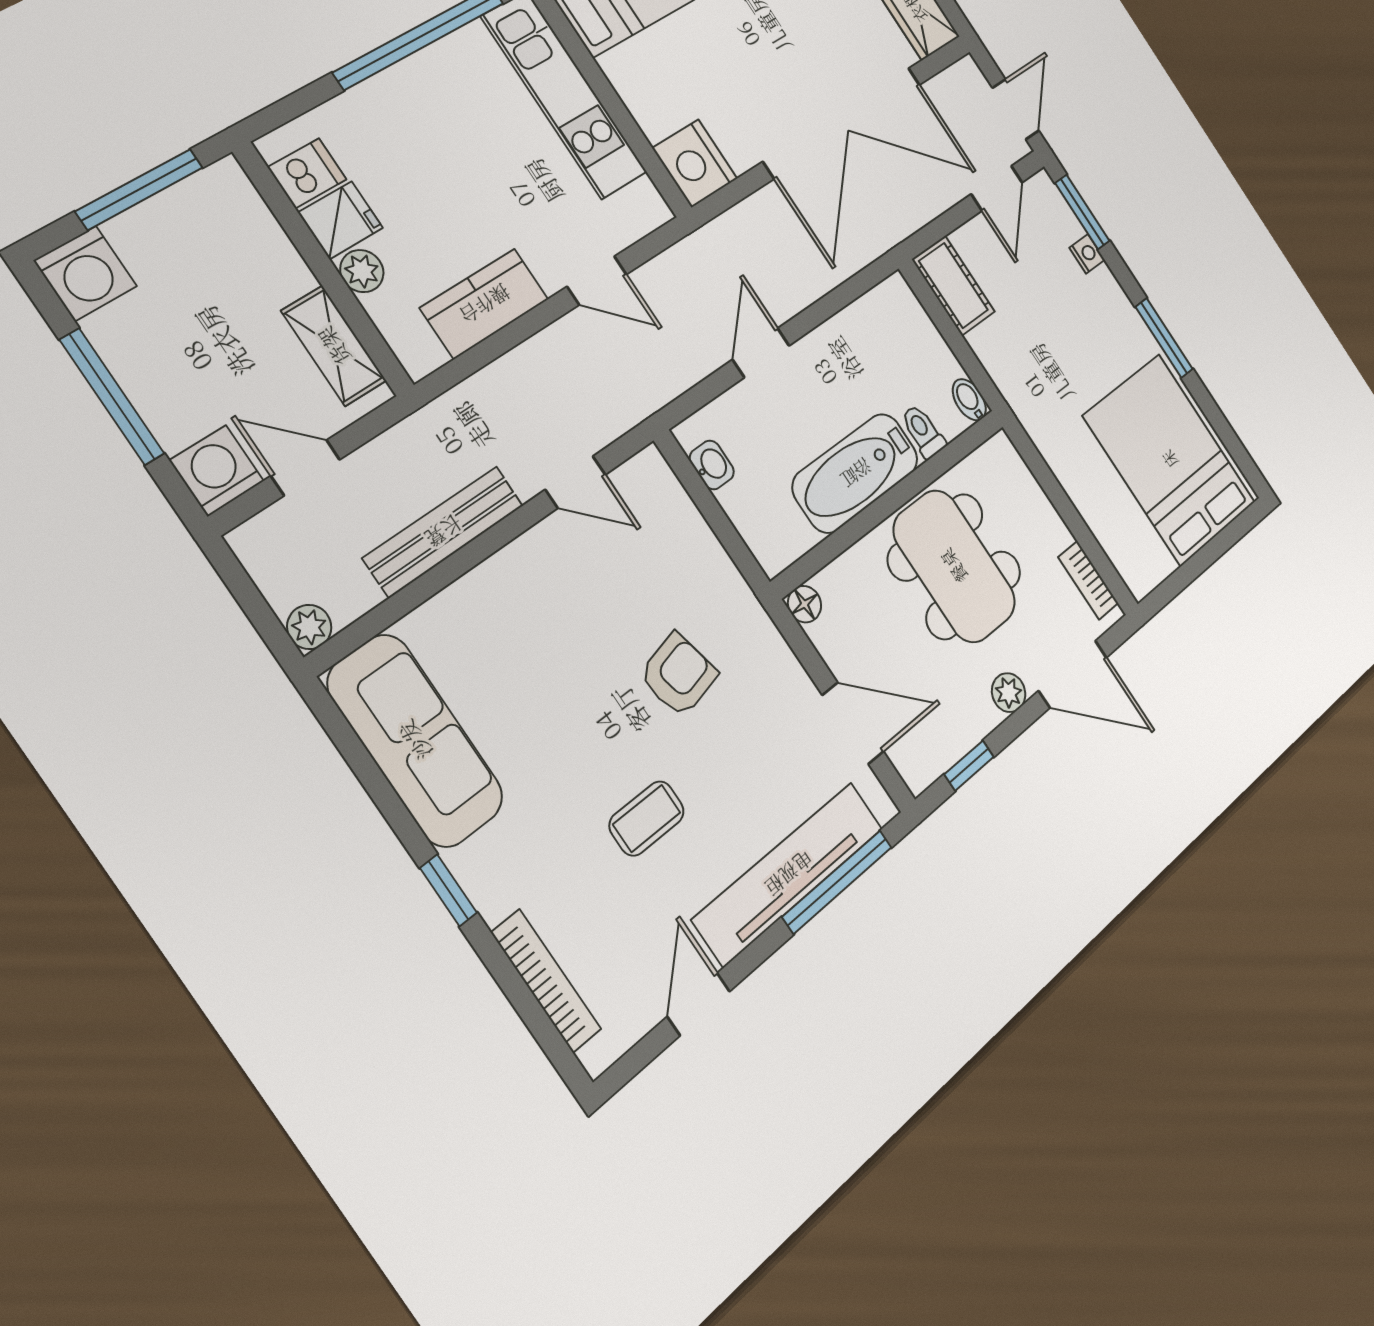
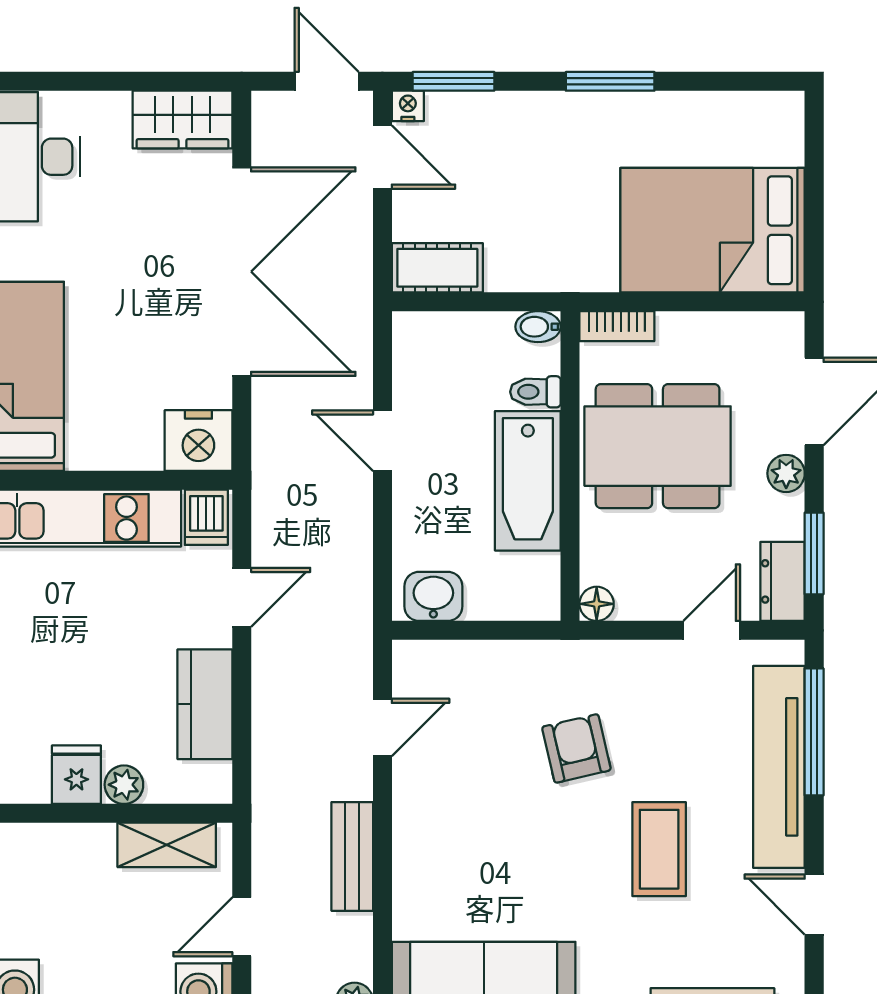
dishwasher: (307, 173) -> (206, 517), moved, turned 180
nightstand: (1087, 254) -> (408, 106), moved
door: (761, 353) -> (382, 441), moved
bed: (1170, 459) -> (713, 230), moved
washbasin: (712, 465) -> (433, 596), width x1.38, depth x1.45
bench: (444, 531) -> (352, 856), width x0.73
bookcase: (1088, 580) -> (617, 326), moved
door: (853, 723) -> (712, 630), width x0.73
dresser: (931, 755) -> (783, 581), added
window: (969, 766) -> (814, 553), width x1.50
coffee table: (647, 818) -> (659, 849), width x1.36, depth x1.30

